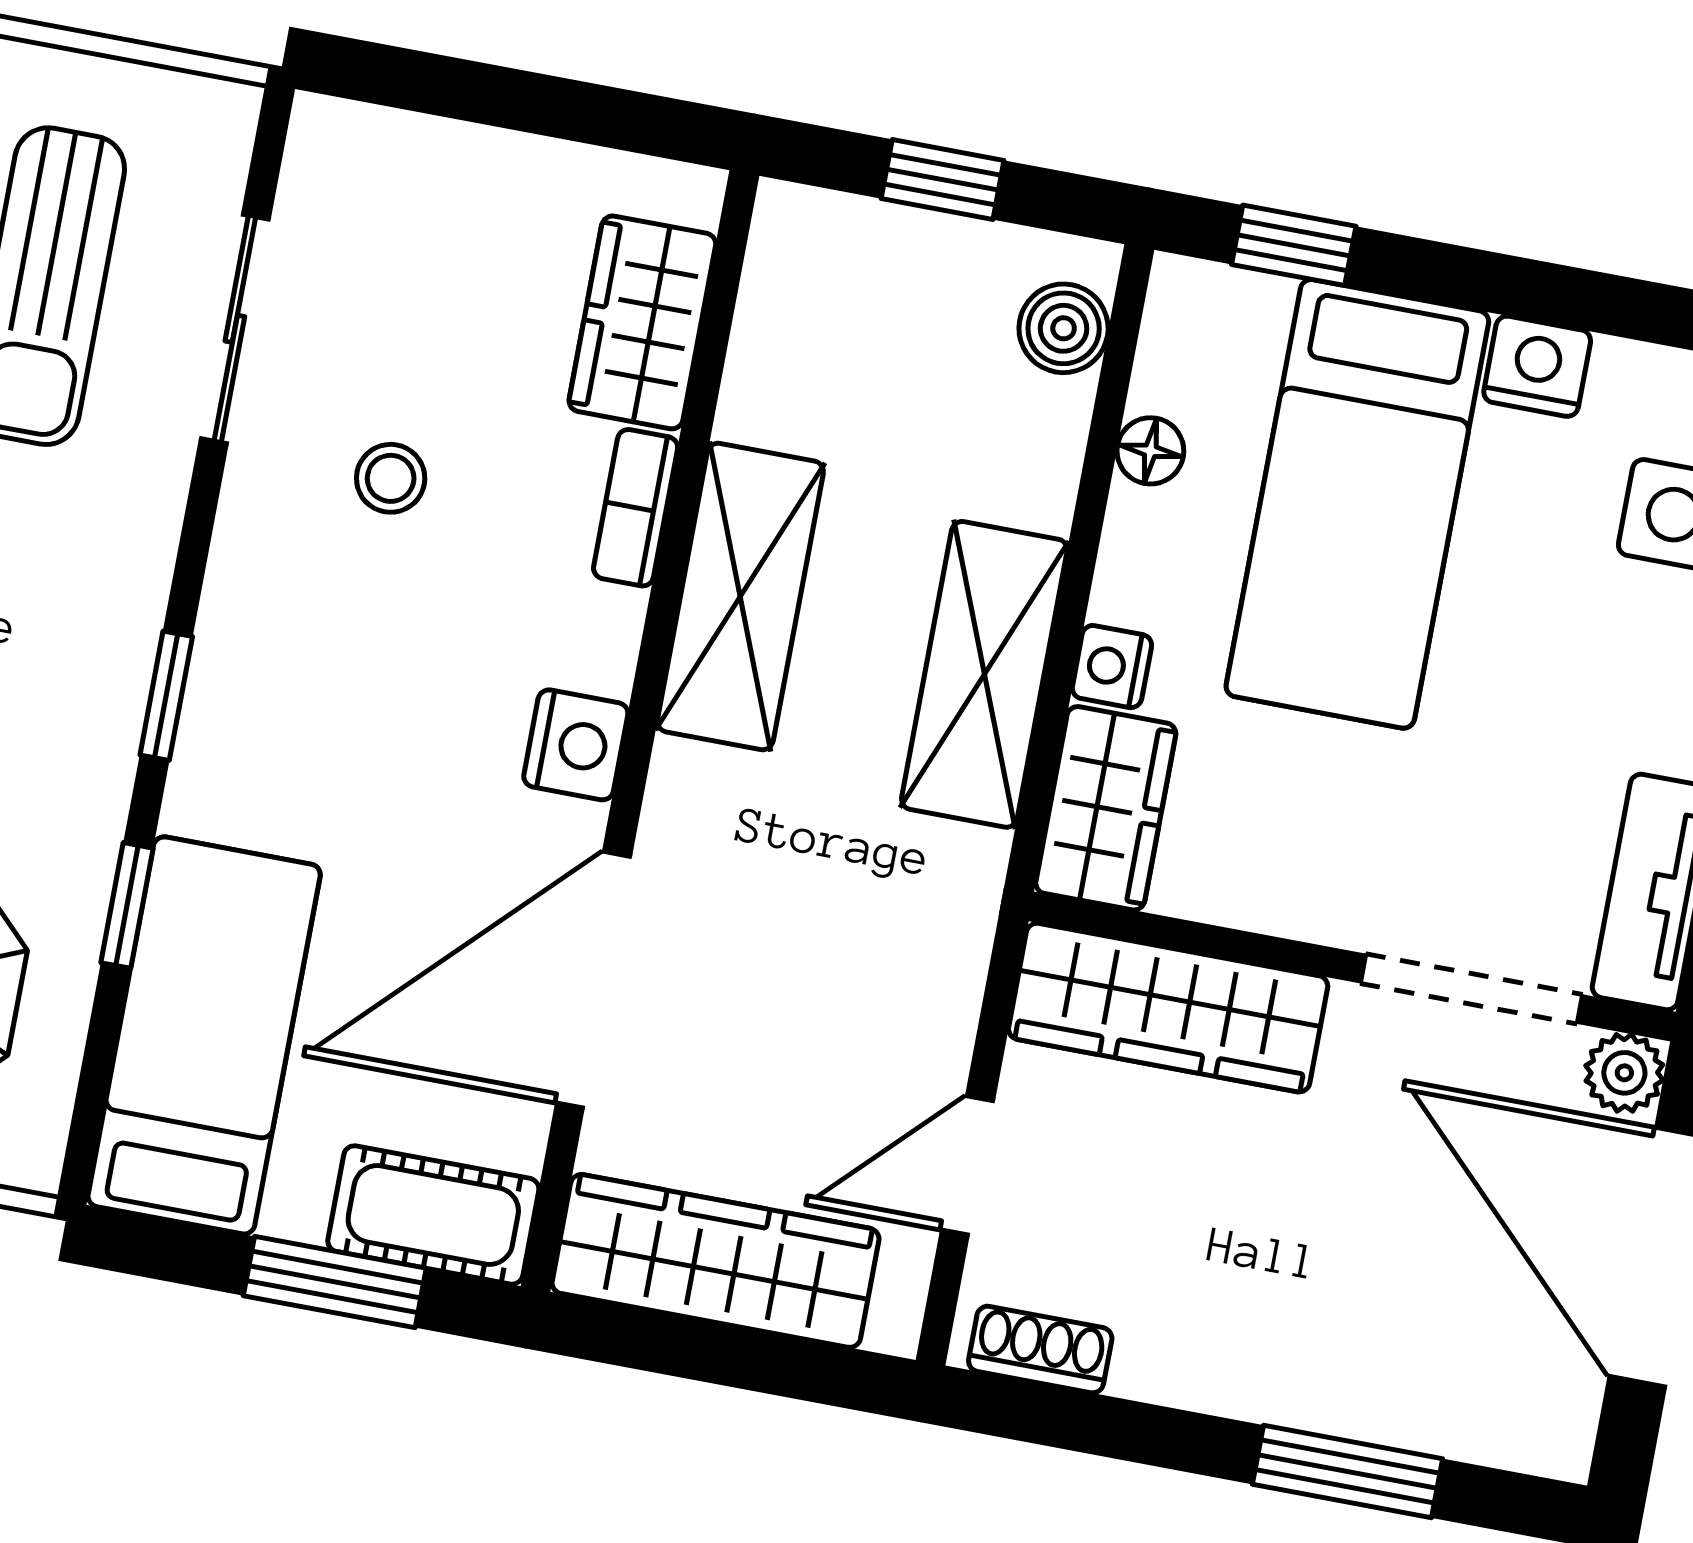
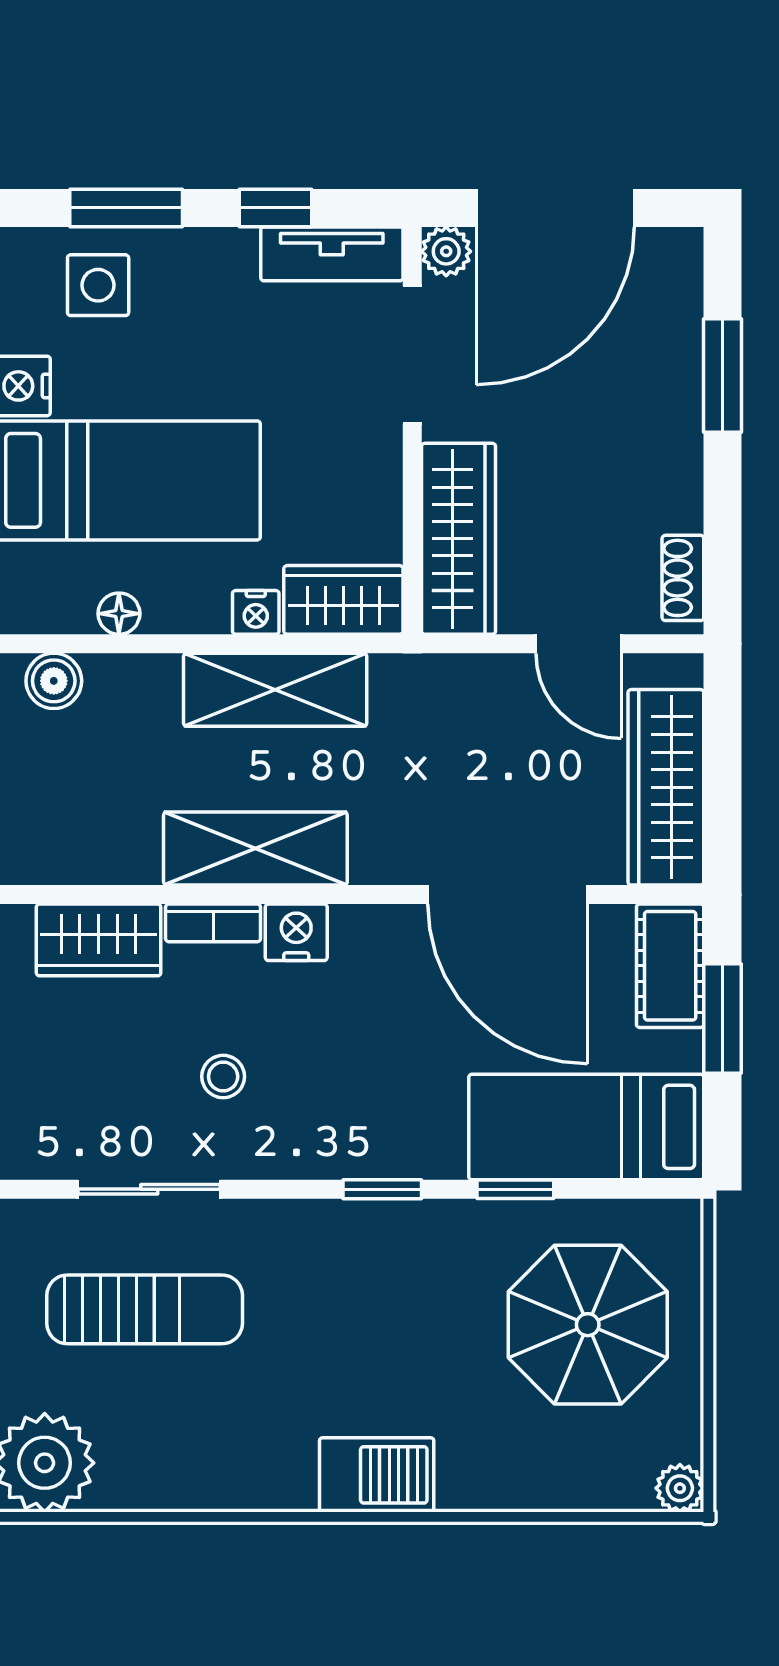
nightstand: (576, 745) -> (296, 932), moved

